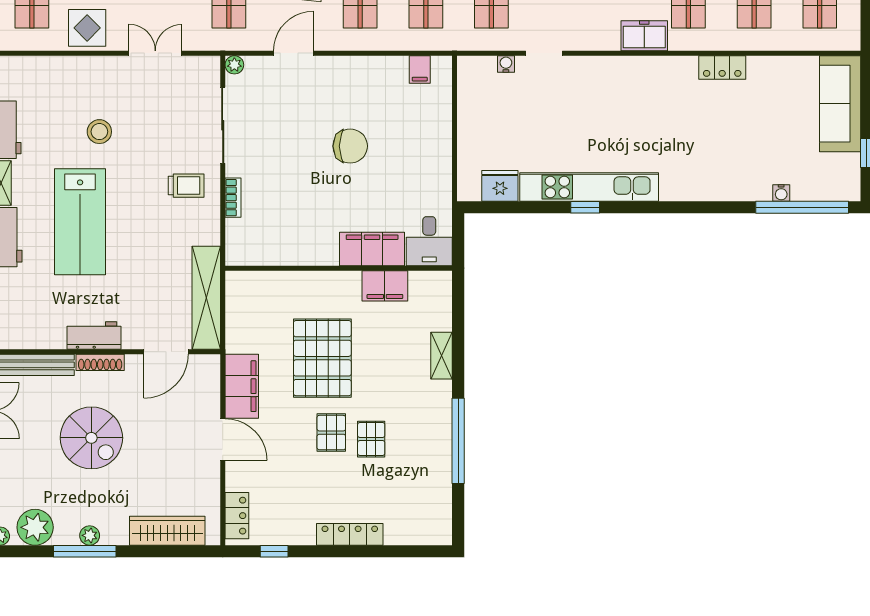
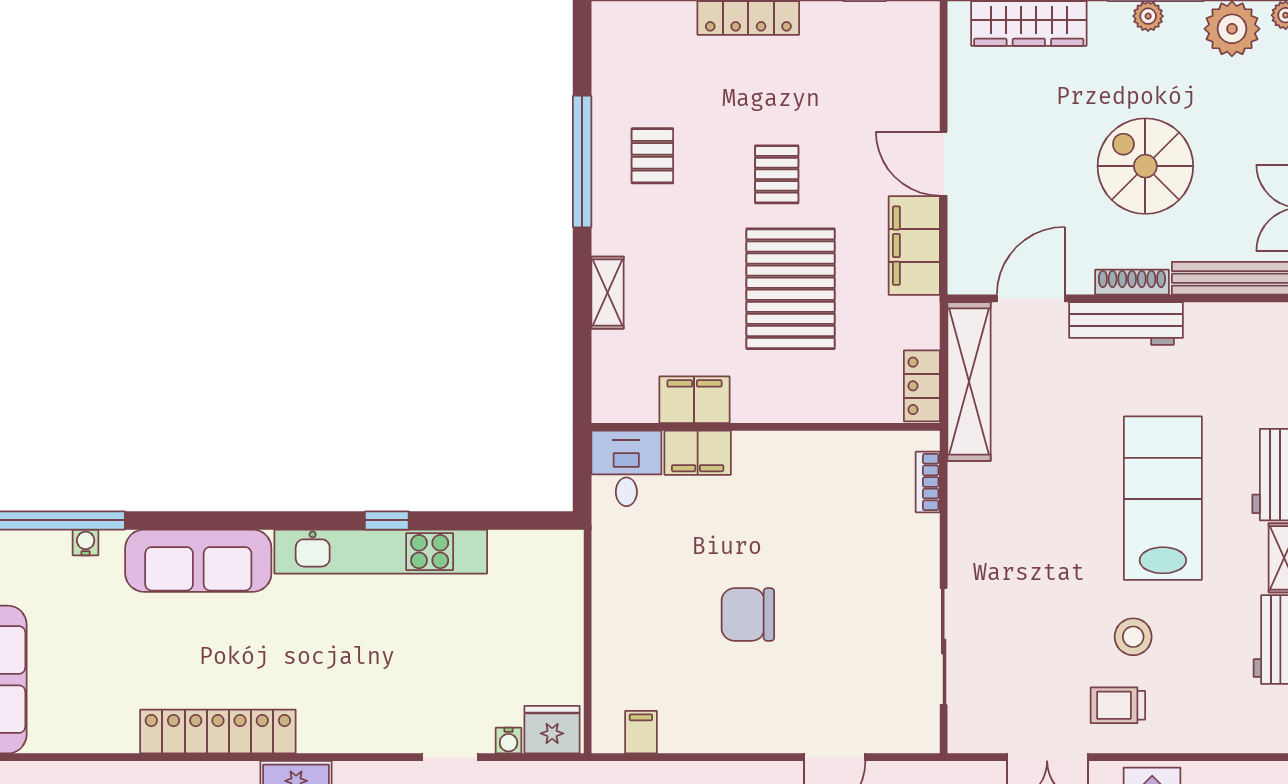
plant: (234, 65) -> (926, 739), removed
locker: (722, 67) -> (218, 732), width x2.16, depth x1.21
sofa: (708, 181) -> (198, 561), added
trolley: (186, 186) -> (1118, 705), moved
fridge: (500, 186) -> (552, 730), moved, turned 180
bookcase: (233, 198) -> (928, 482), moved
filing cabinet: (372, 249) -> (698, 453), width x0.67, depth x0.86
workbench: (94, 335) -> (1126, 323), width x1.37
pallet: (371, 439) -> (652, 156), moved
locker: (237, 516) -> (922, 386), moved

